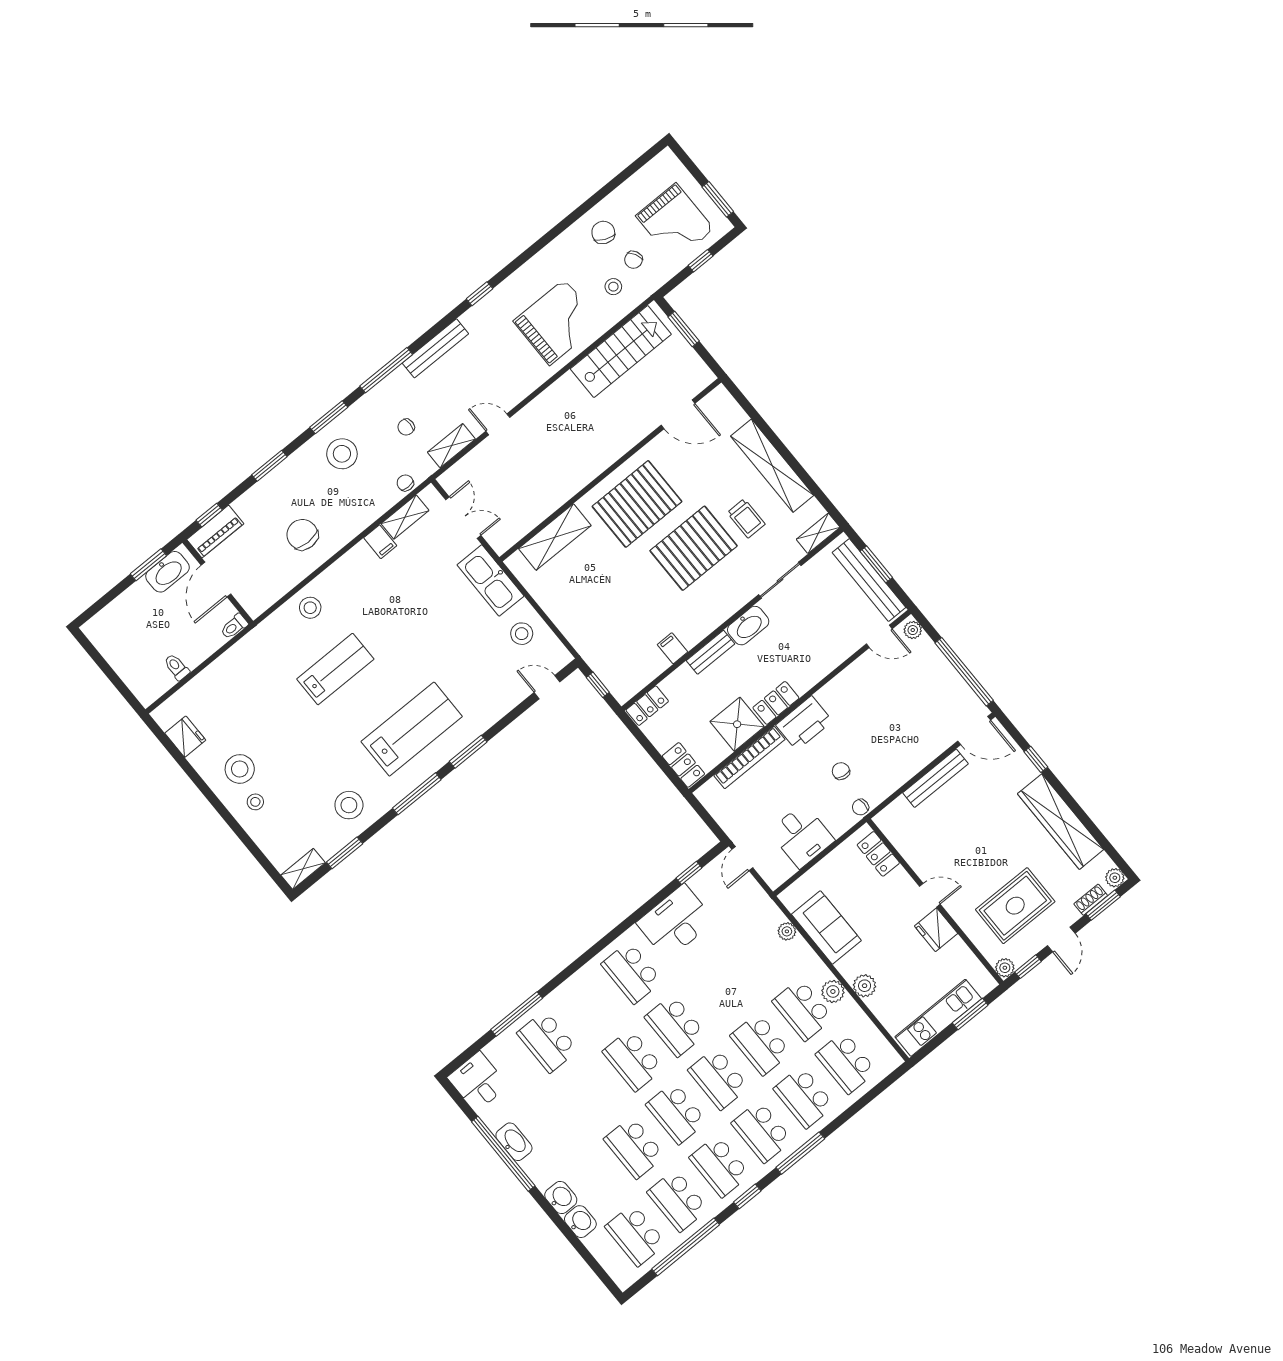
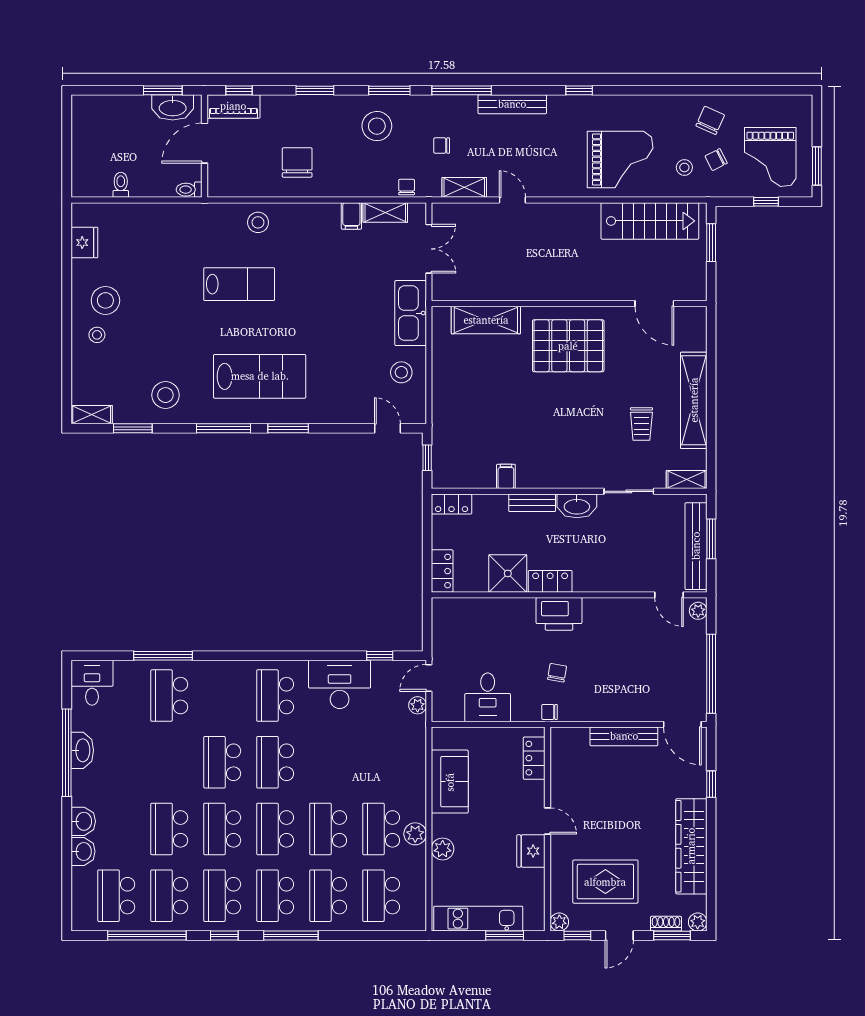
pallet: (694, 548) -> (584, 414), removed
bookcase: (749, 757) -> (497, 606), removed
plant: (787, 931) -> (418, 705), moved

